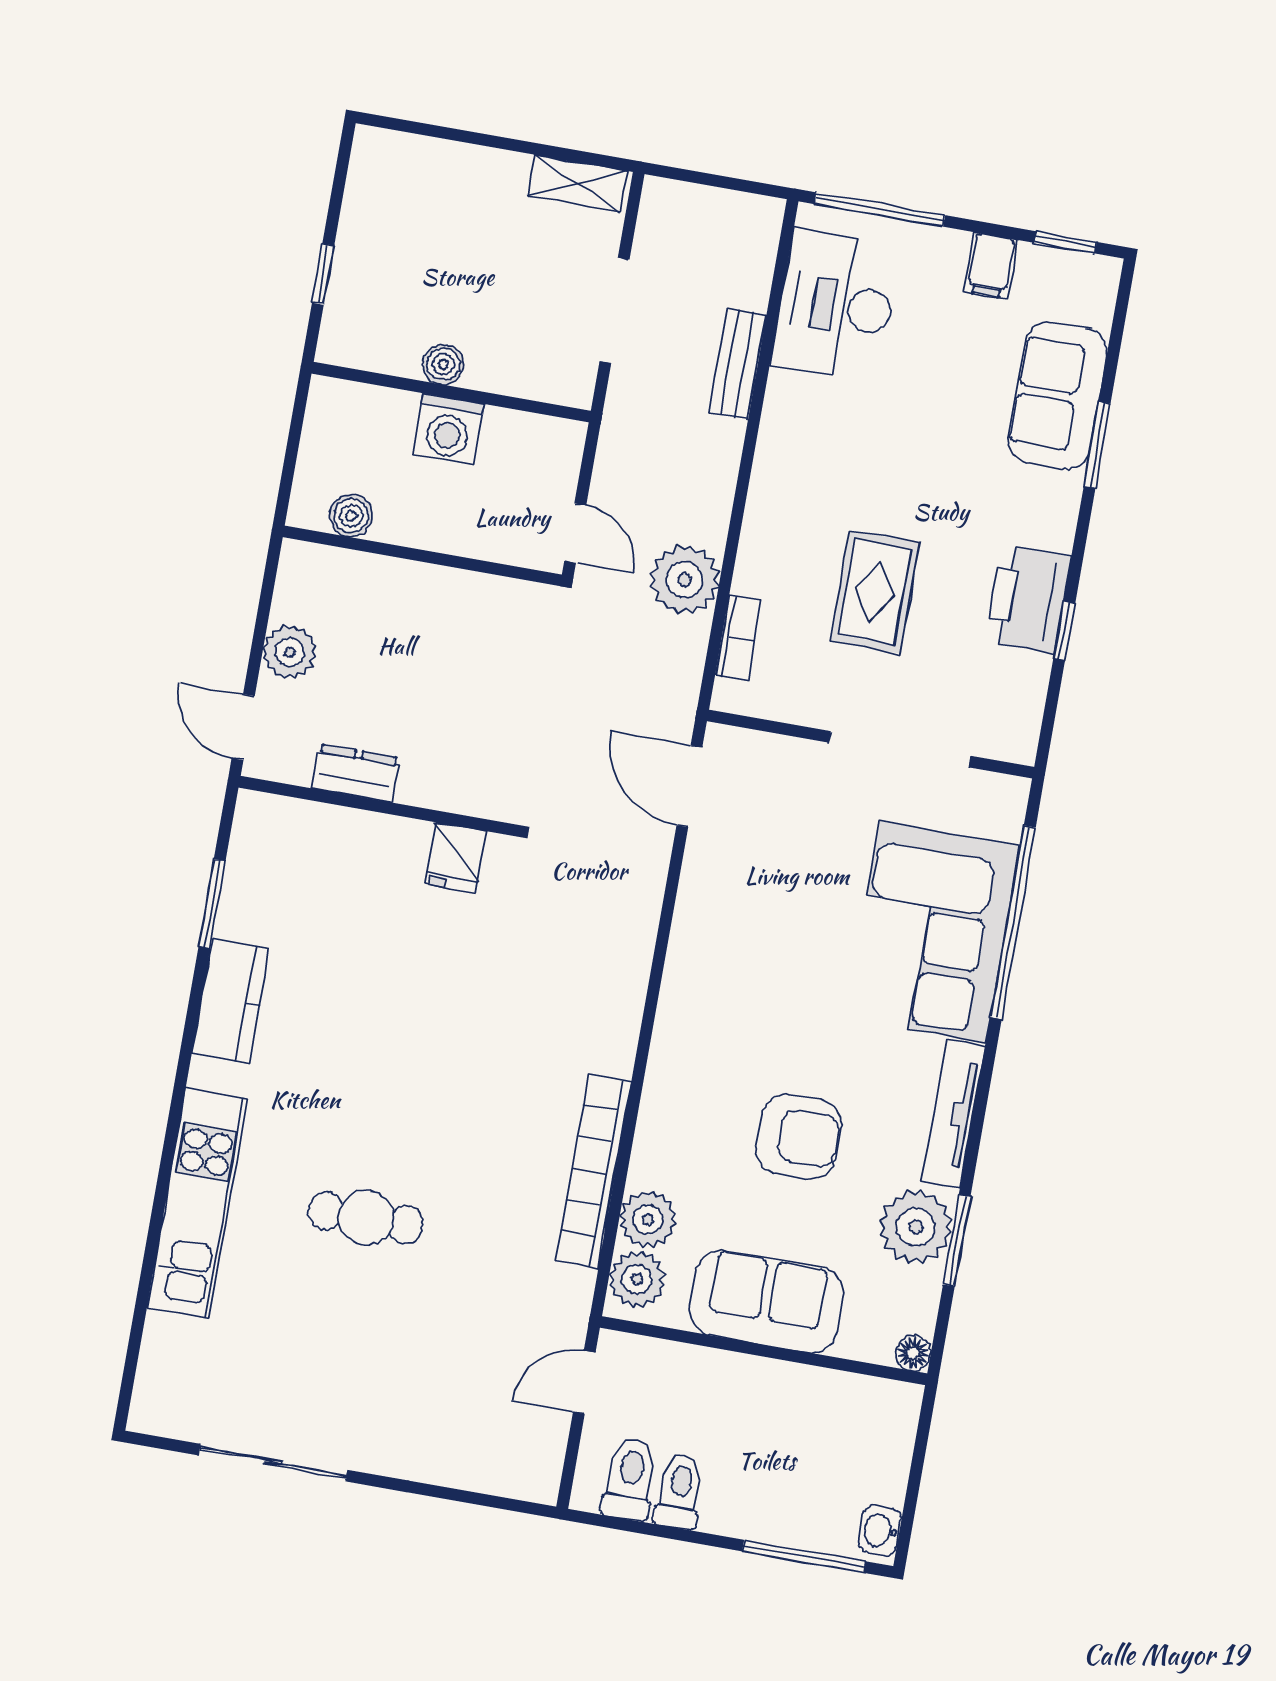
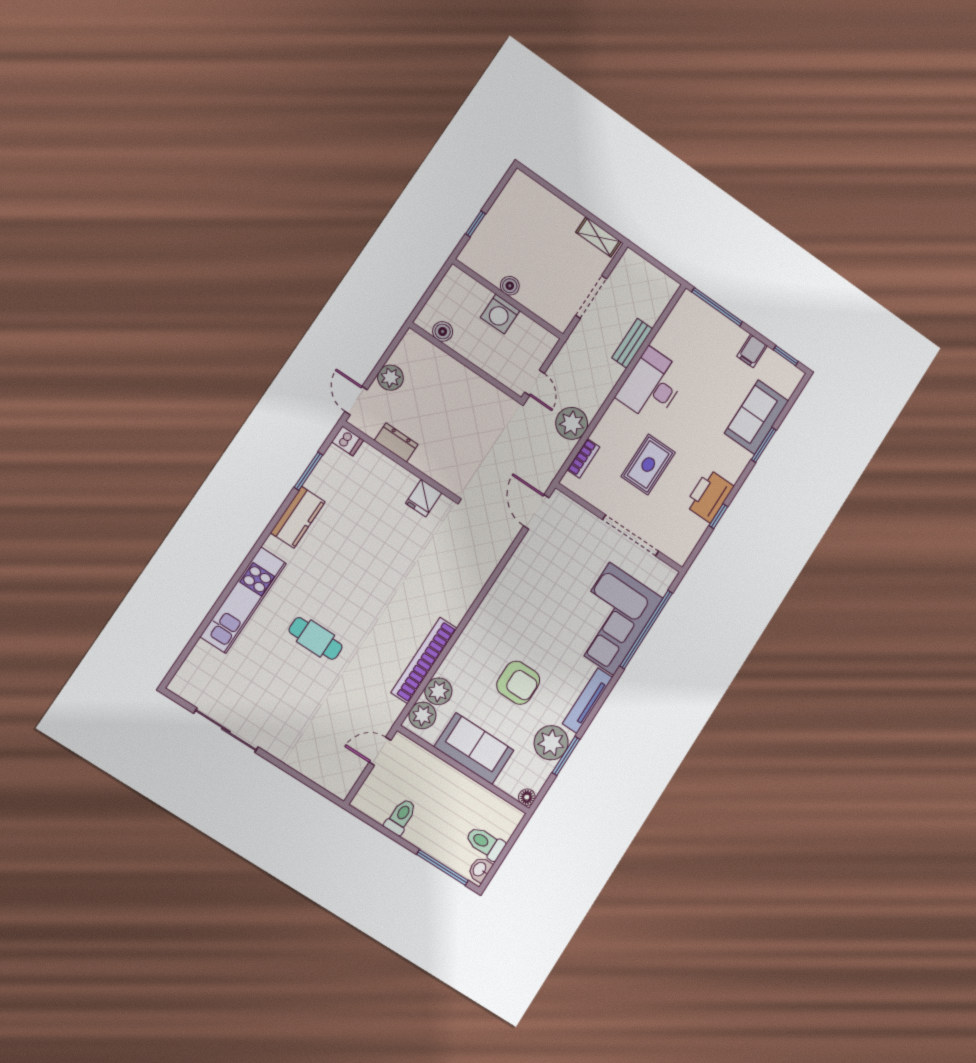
desk: (836, 305) -> (652, 385), moved
dishwasher: (261, 812) -> (348, 441), added
toilet: (630, 1479) -> (485, 843), moved, turned -90

